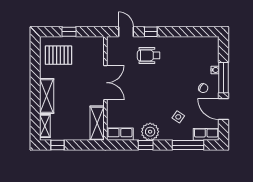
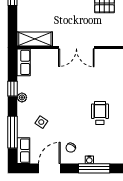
wheelchair: (149, 55) -> (100, 113), moved
window: (223, 78) -> (94, 168), moved
plant: (150, 132) -> (22, 97), width x0.53, depth x0.53

